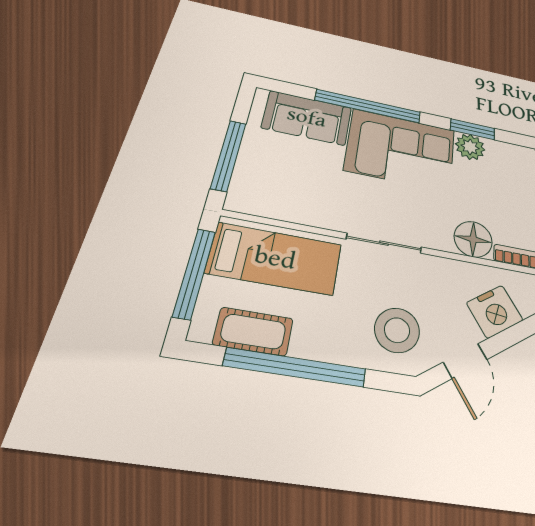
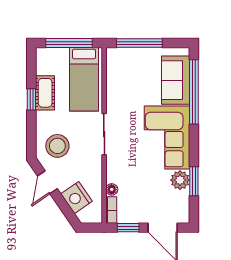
window: (368, 106) -> (194, 92), moved
floor lamp: (473, 239) -> (112, 189), width x0.53, depth x0.53
cot: (253, 332) -> (45, 93), moved
door: (465, 361) -> (47, 182), hinge flipped
window: (296, 367) -> (31, 99), width x0.32

